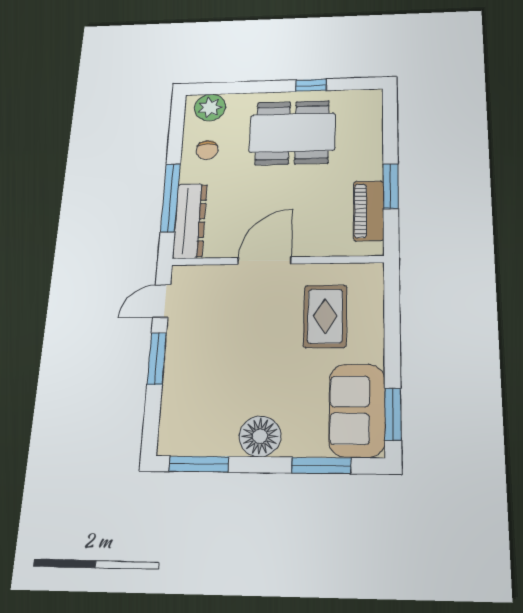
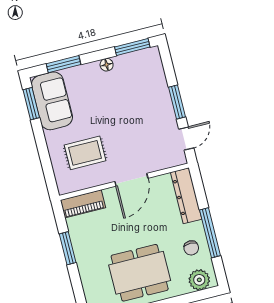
chair: (207, 150) -> (191, 248), turned 180
window: (170, 198) -> (210, 233), moved
piano: (369, 211) -> (83, 204), moved, turned 90
rug: (325, 316) -> (85, 153), turned 90
floor lamp: (260, 436) -> (107, 65), width x0.53, depth x0.53

